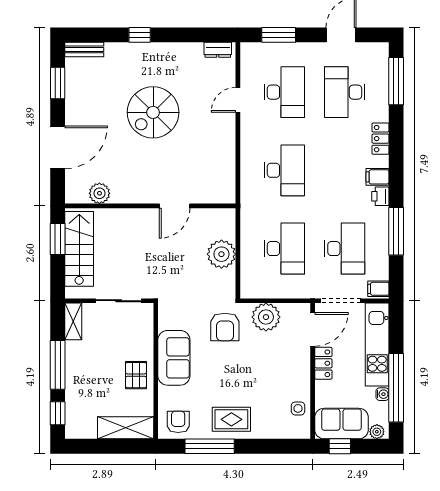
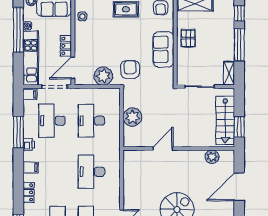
printer: (380, 196) -> (29, 144), moved

